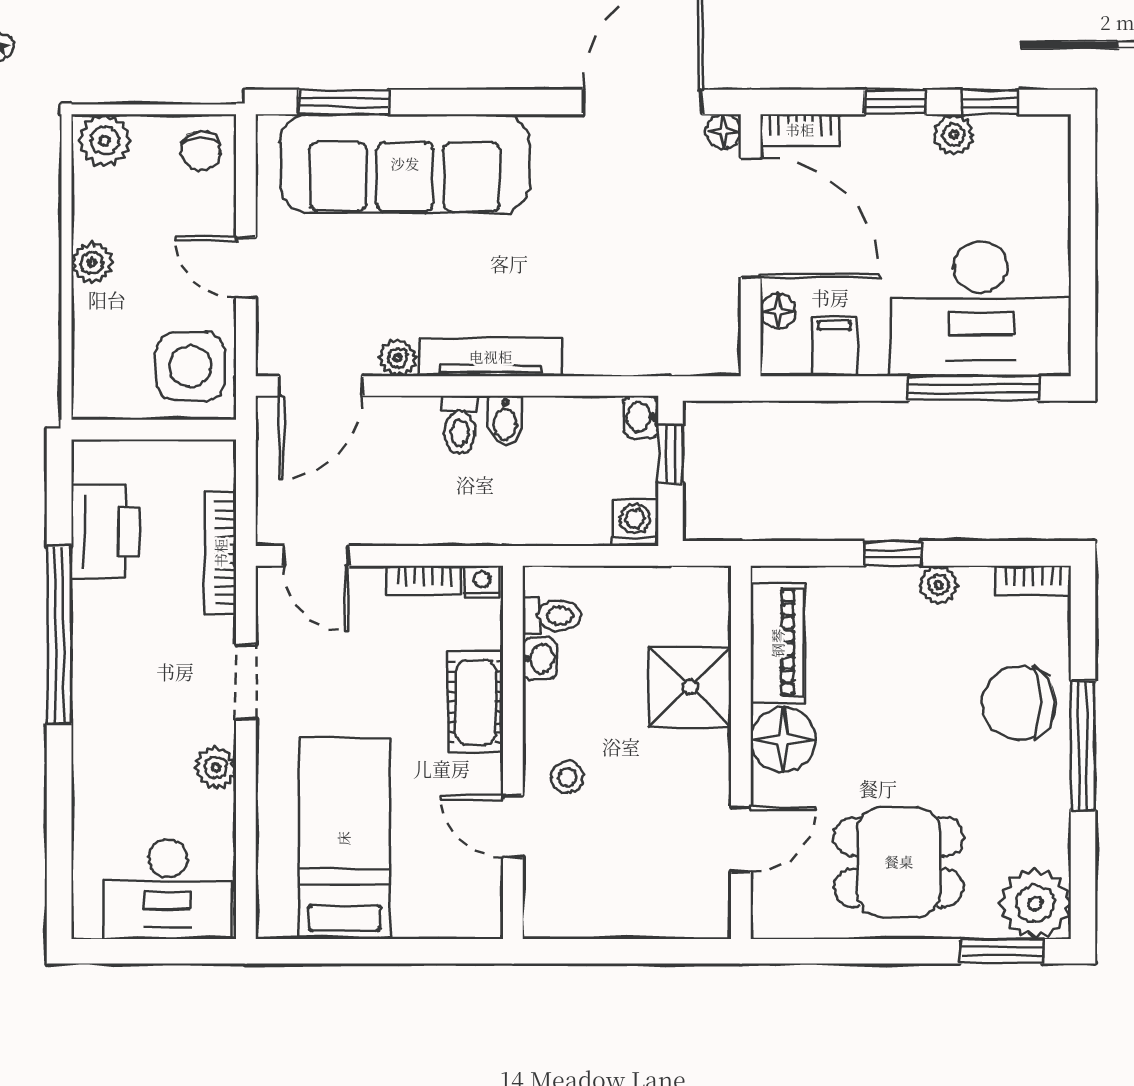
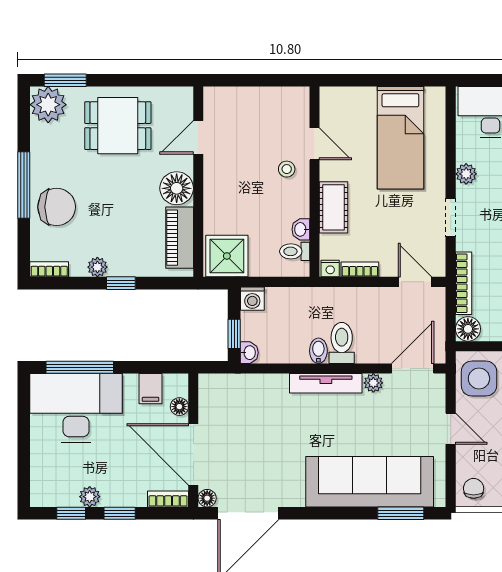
toilet: (460, 425) -> (342, 343), width x1.37, depth x1.39
floor lamp: (212, 464) -> (468, 329), added
shower: (690, 687) -> (227, 256), moved

